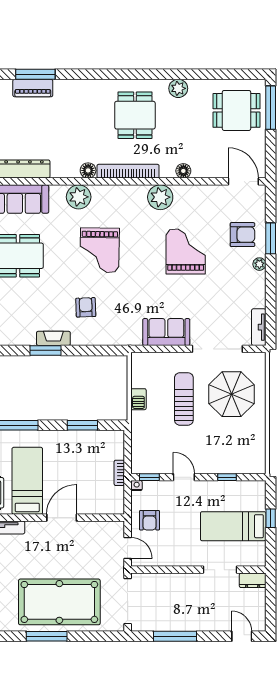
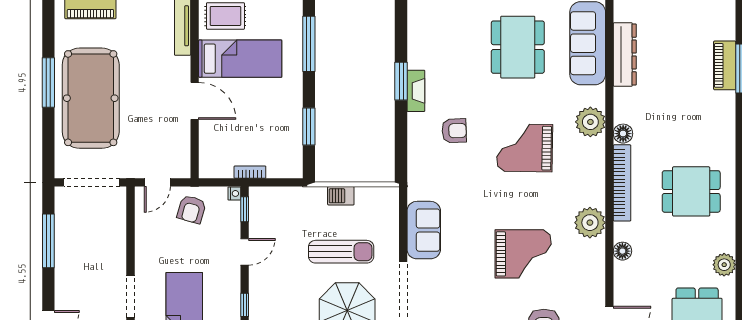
plant: (178, 88) -> (724, 265), moved
armchair: (149, 520) -> (191, 209), turned -74

